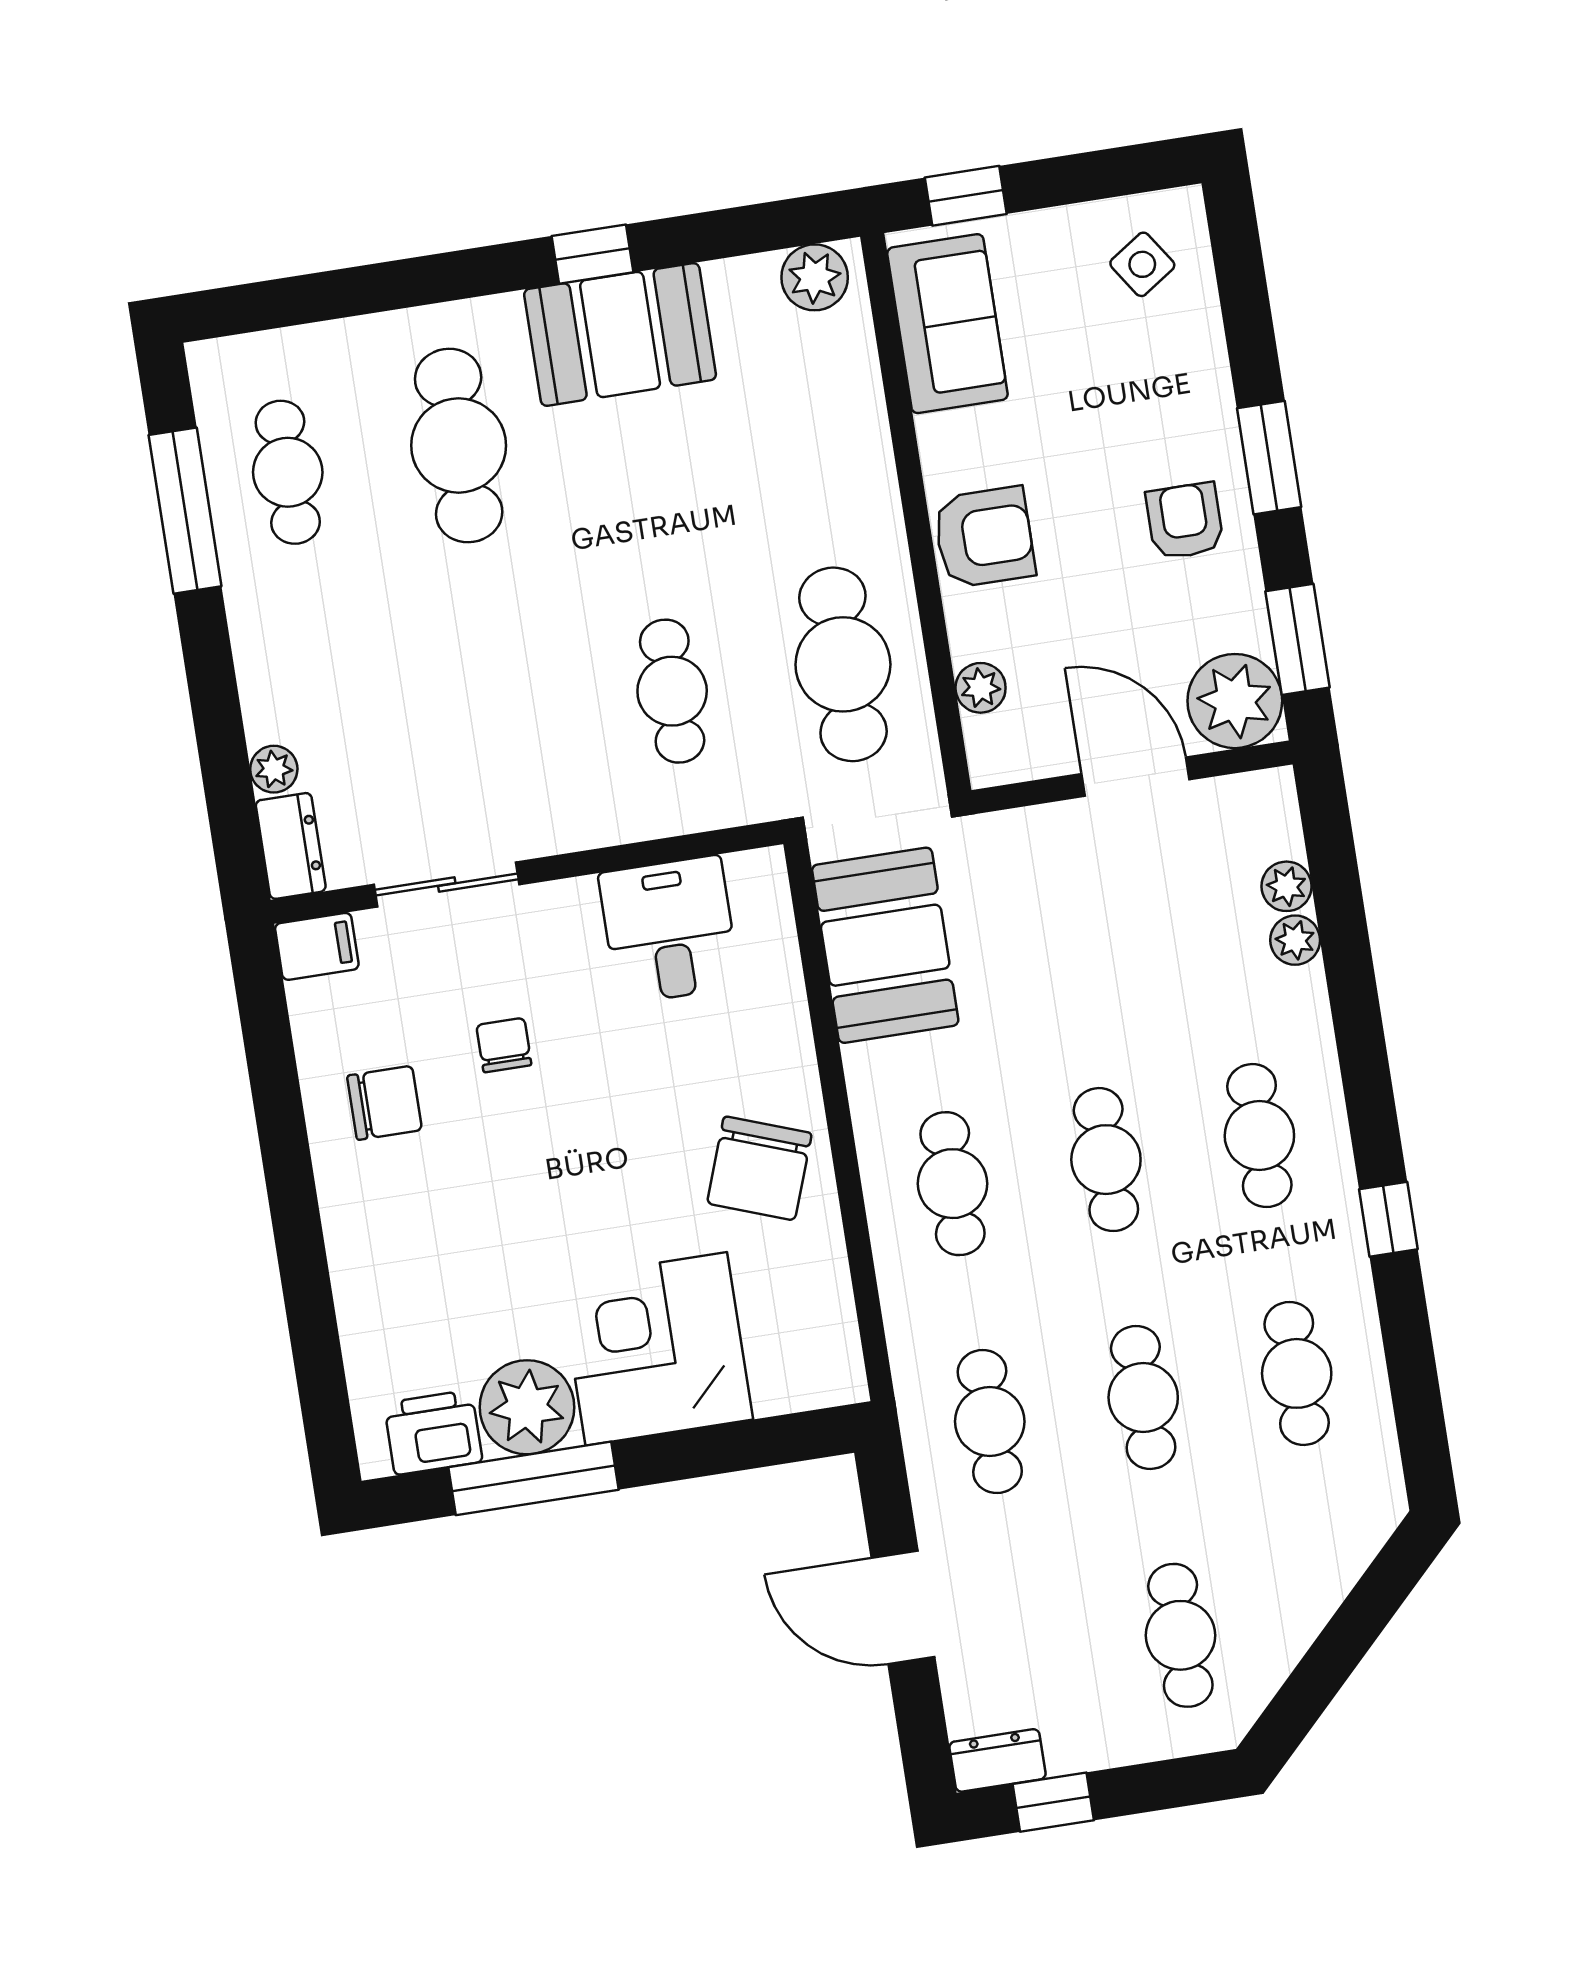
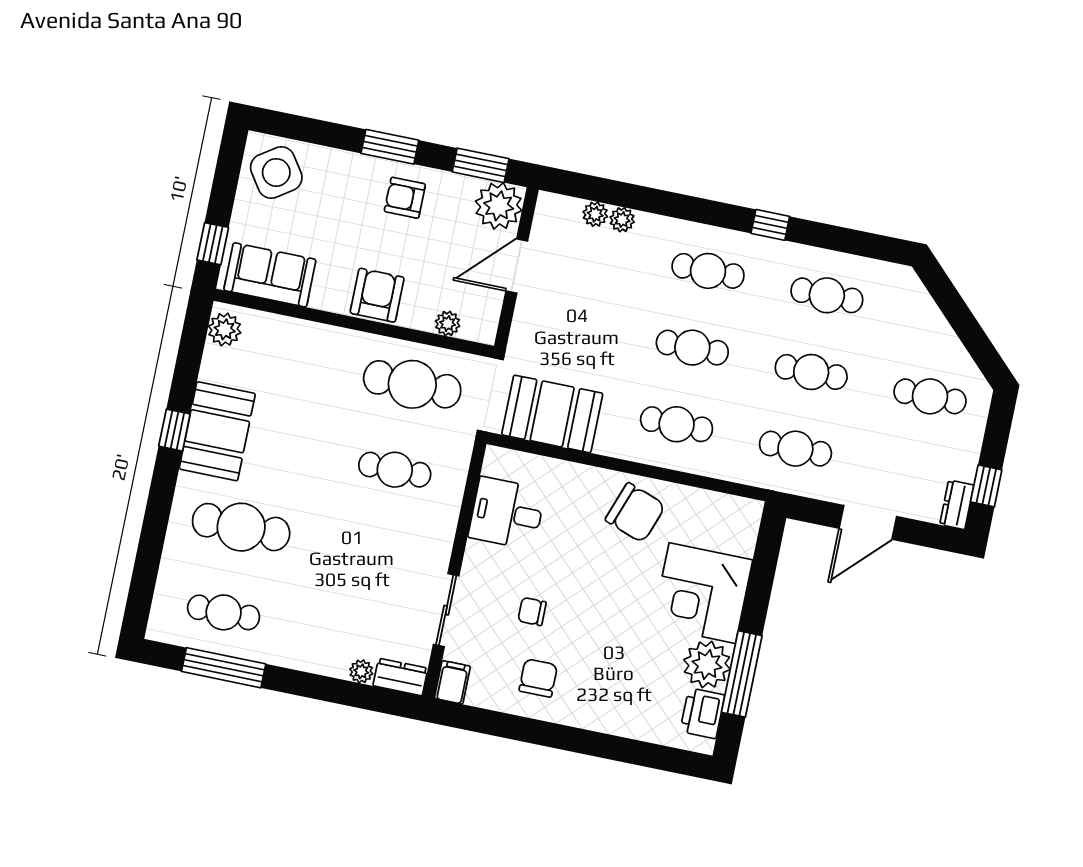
side table: (1142, 264) -> (276, 172), width x1.87, depth x1.87

